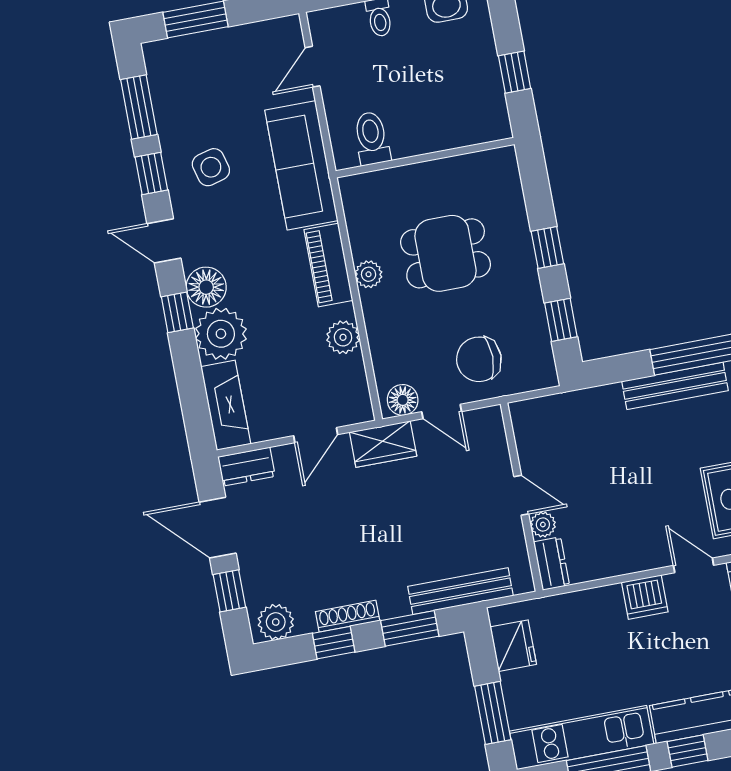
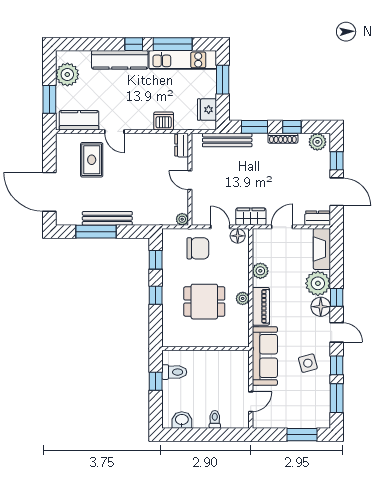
toilet: (372, 138) -> (174, 372), moved, turned -90
plant: (543, 524) -> (182, 219), moved
dishwasher: (645, 597) -> (164, 121), moved

